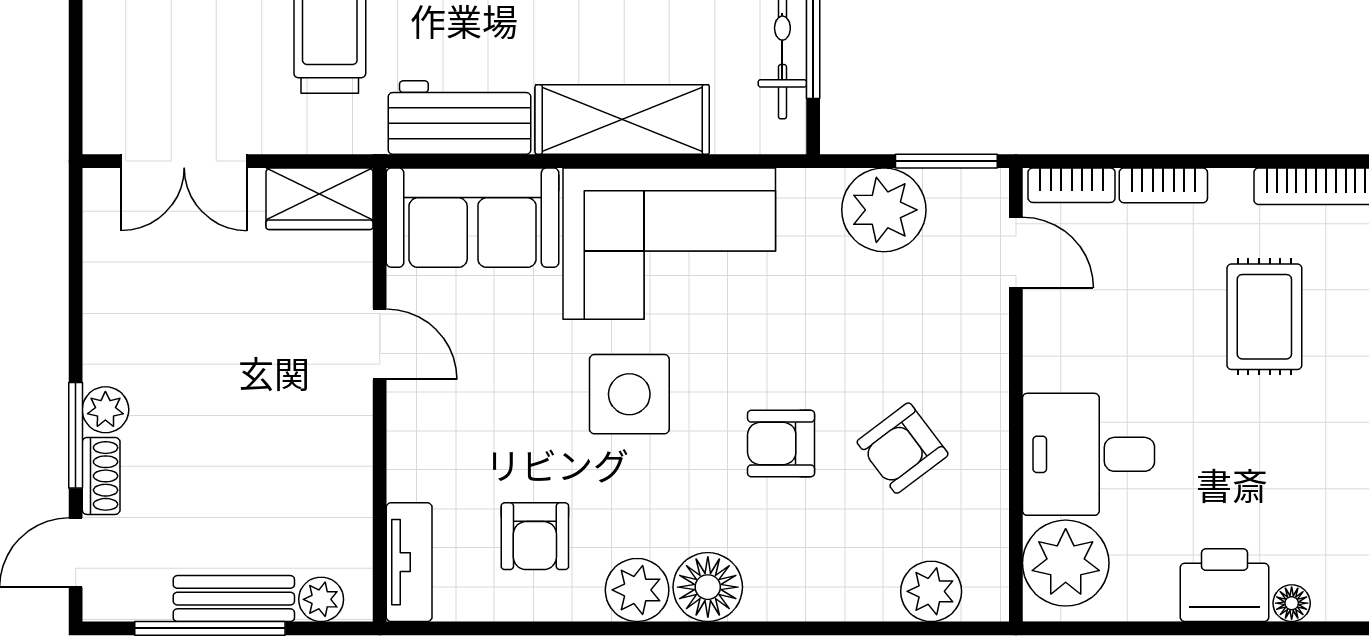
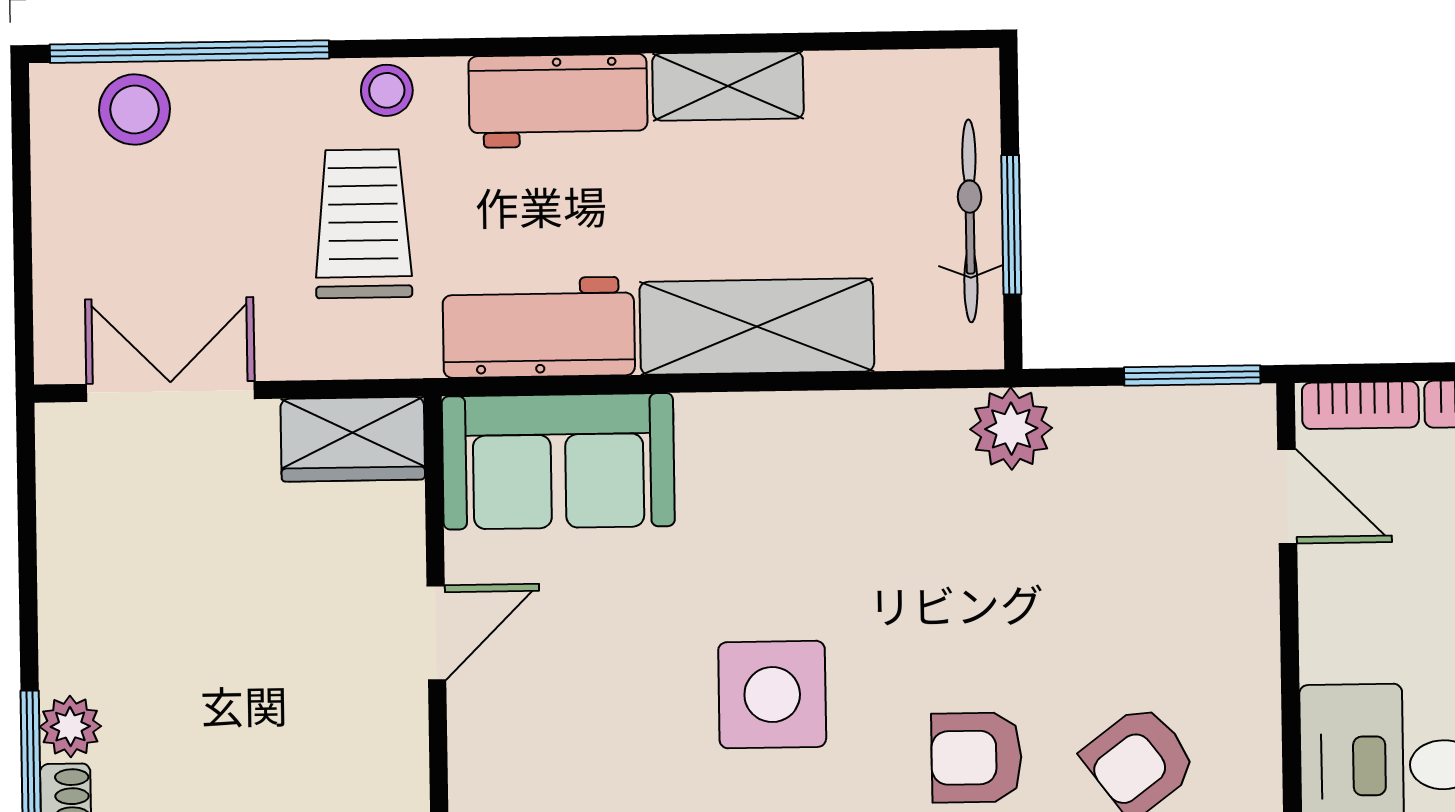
double door: (184, 161) -> (170, 391), swing flipped
plant: (884, 210) -> (1011, 429), moved, width x0.73, depth x0.73
corner sofa: (669, 244) -> (823, 492), removed
door: (380, 344) -> (436, 633), hinge flipped

